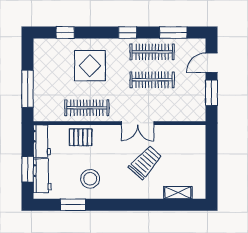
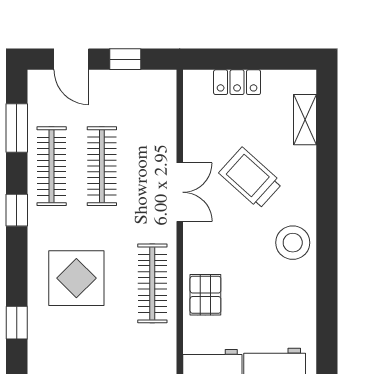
window: (211, 93) -> (125, 59), width x0.67
locker: (199, 155) -> (237, 82), added
stool: (90, 179) -> (293, 243), moved
window: (73, 205) -> (327, 309), removed

